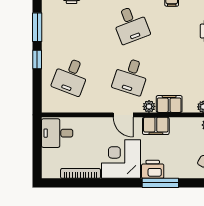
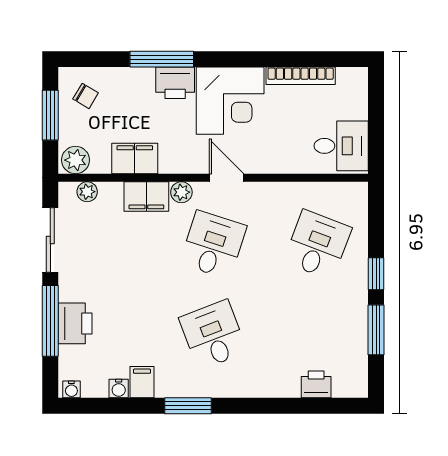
filing cabinet: (156, 126) -> (135, 158), moved

